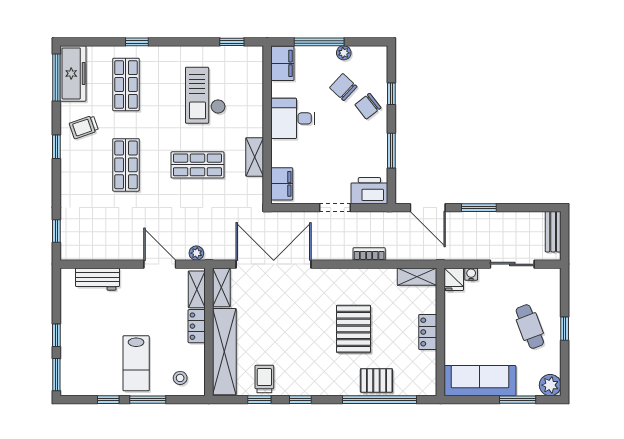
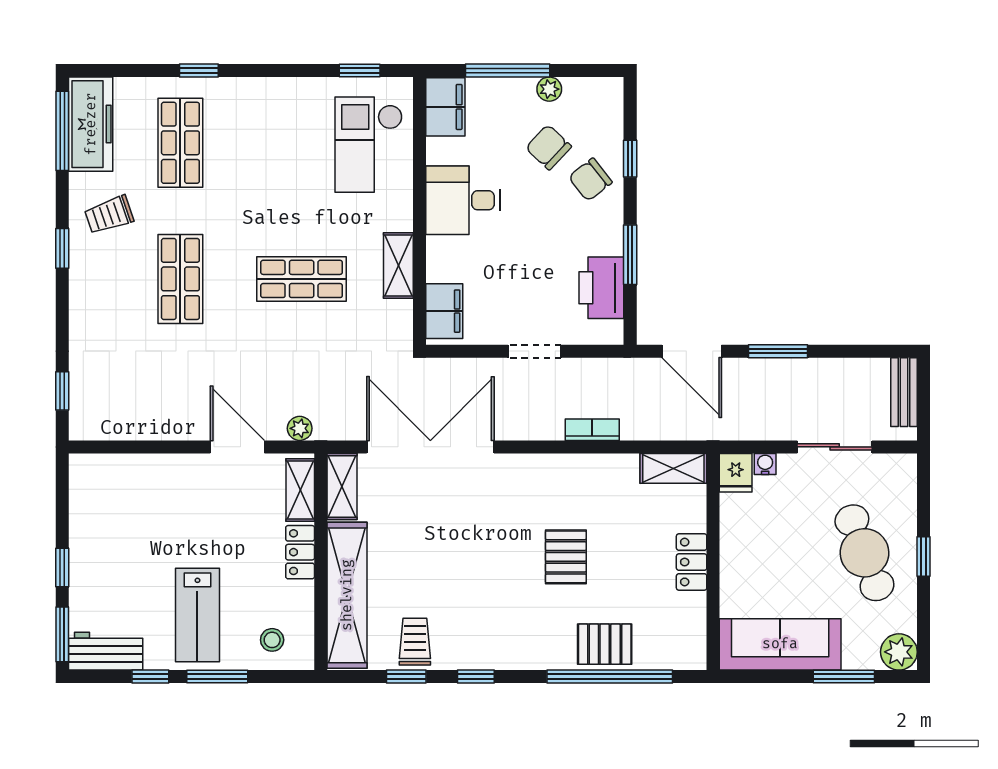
checkout: (205, 95) -> (369, 145), moved
printer: (369, 191) -> (601, 288), moved, turned -90
workbench: (98, 279) -> (106, 651), moved, turned 180
cafe table: (530, 327) -> (864, 553), width x1.37, depth x1.35
pallet: (354, 329) -> (566, 557), width x0.67, depth x0.71

